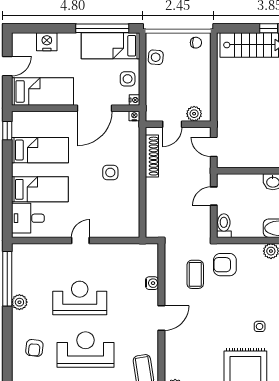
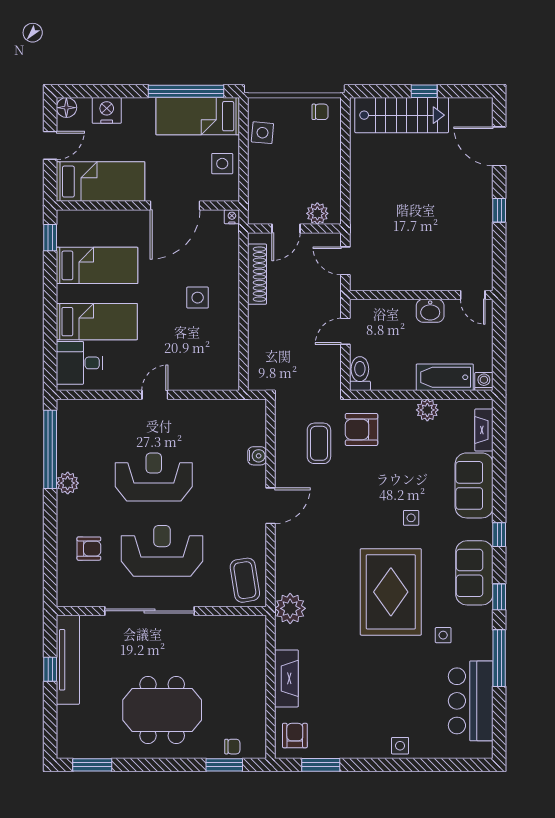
floor lamp: (19, 40) -> (66, 108), added
nightstand: (135, 100) -> (232, 194), removed
armchair: (34, 348) -> (89, 549), turned -96

